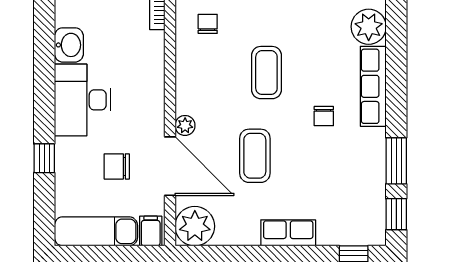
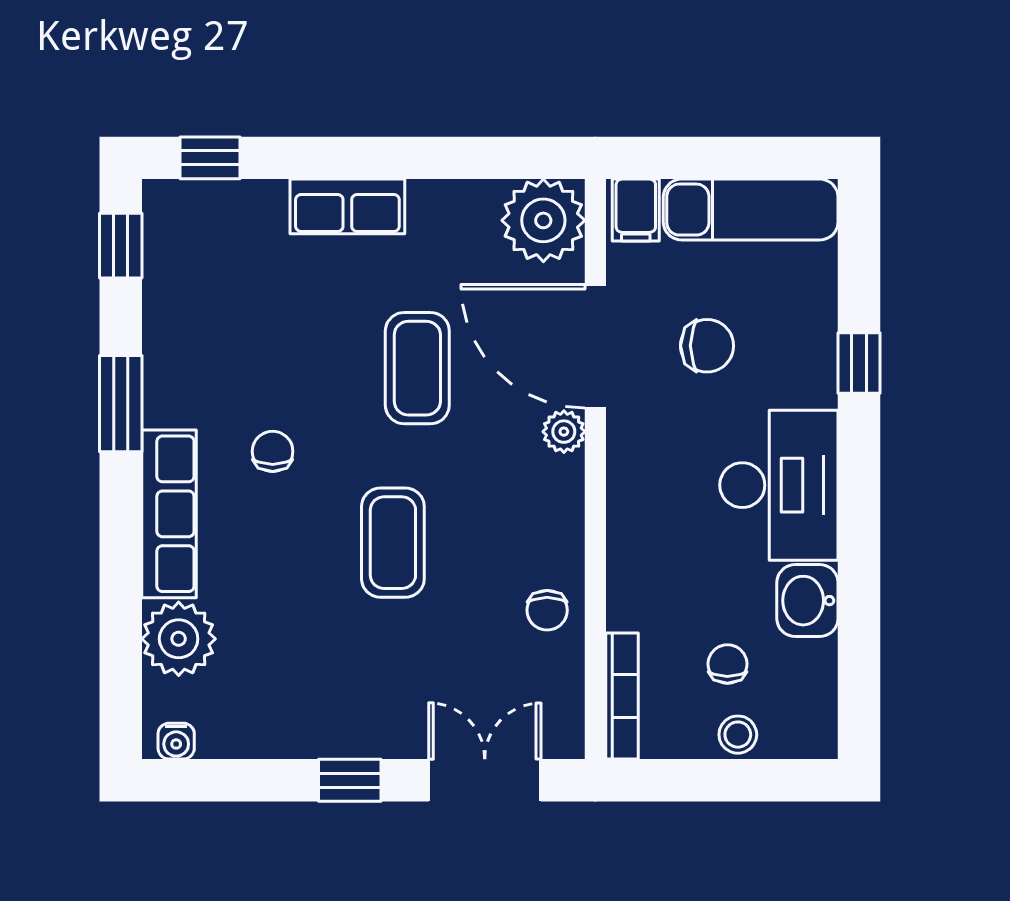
chair: (107, 15) -> (727, 664), added
chair: (208, 24) -> (547, 610), moved
window: (396, 161) -> (121, 404), moved

